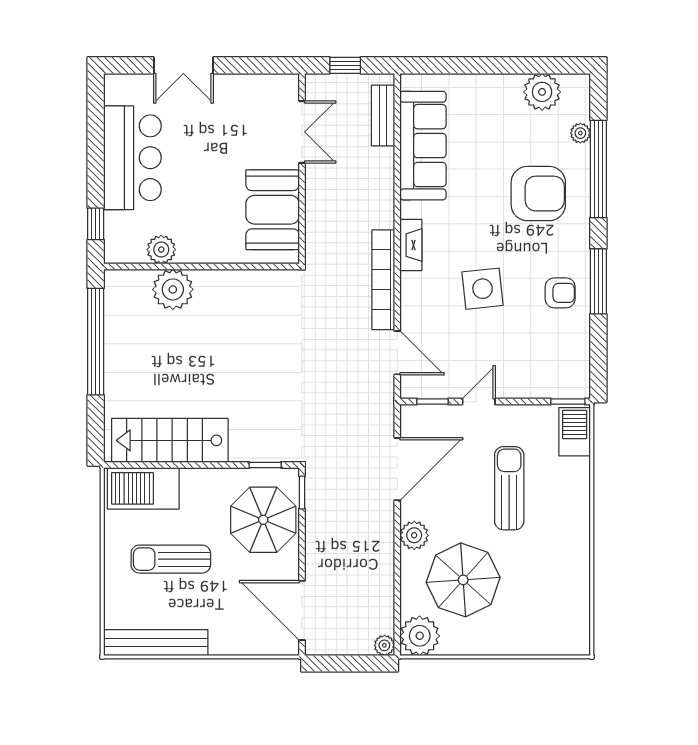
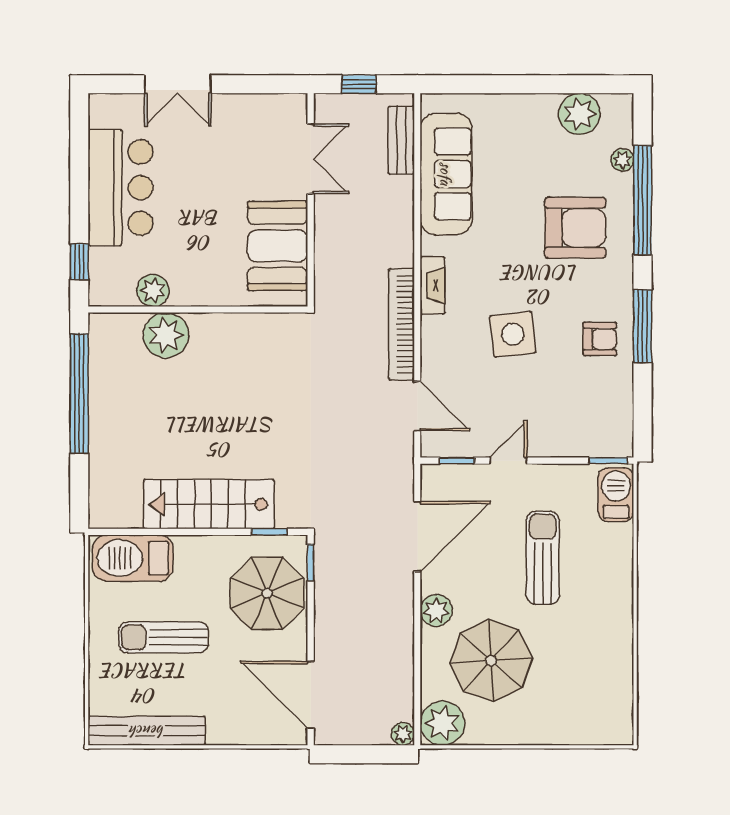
stairs: (170, 440) -> (209, 504), moved

